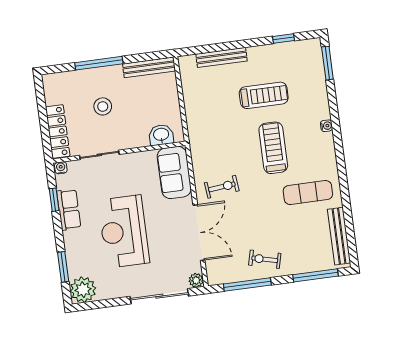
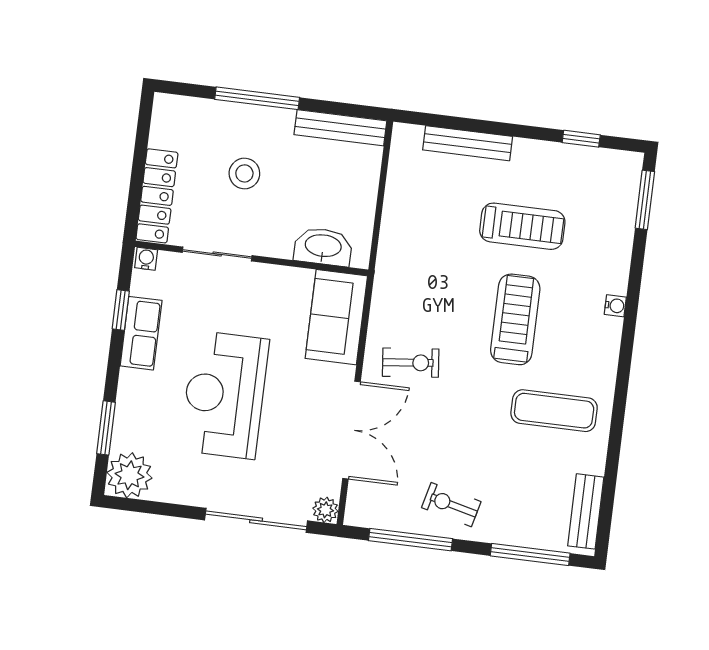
washbasin: (161, 135) -> (323, 247), width x1.38
bench: (339, 236) -> (586, 511), width x0.73

